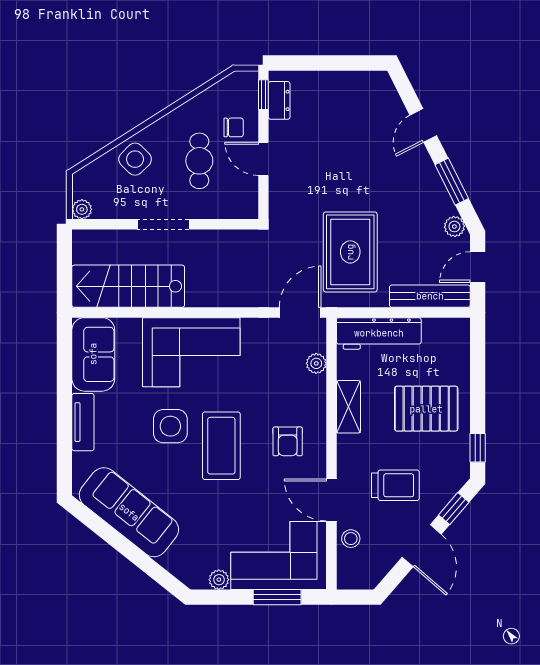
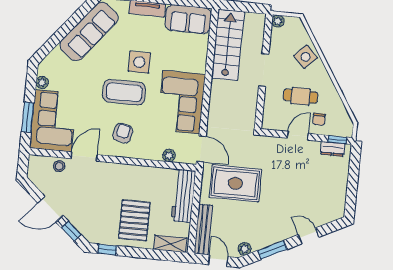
corner sofa: (191, 352) -> (181, 102), moved
shelving: (348, 407) -> (170, 244), moved
armchair: (288, 441) -> (123, 133), turned 102
trolley: (395, 485) -> (89, 197), removed

